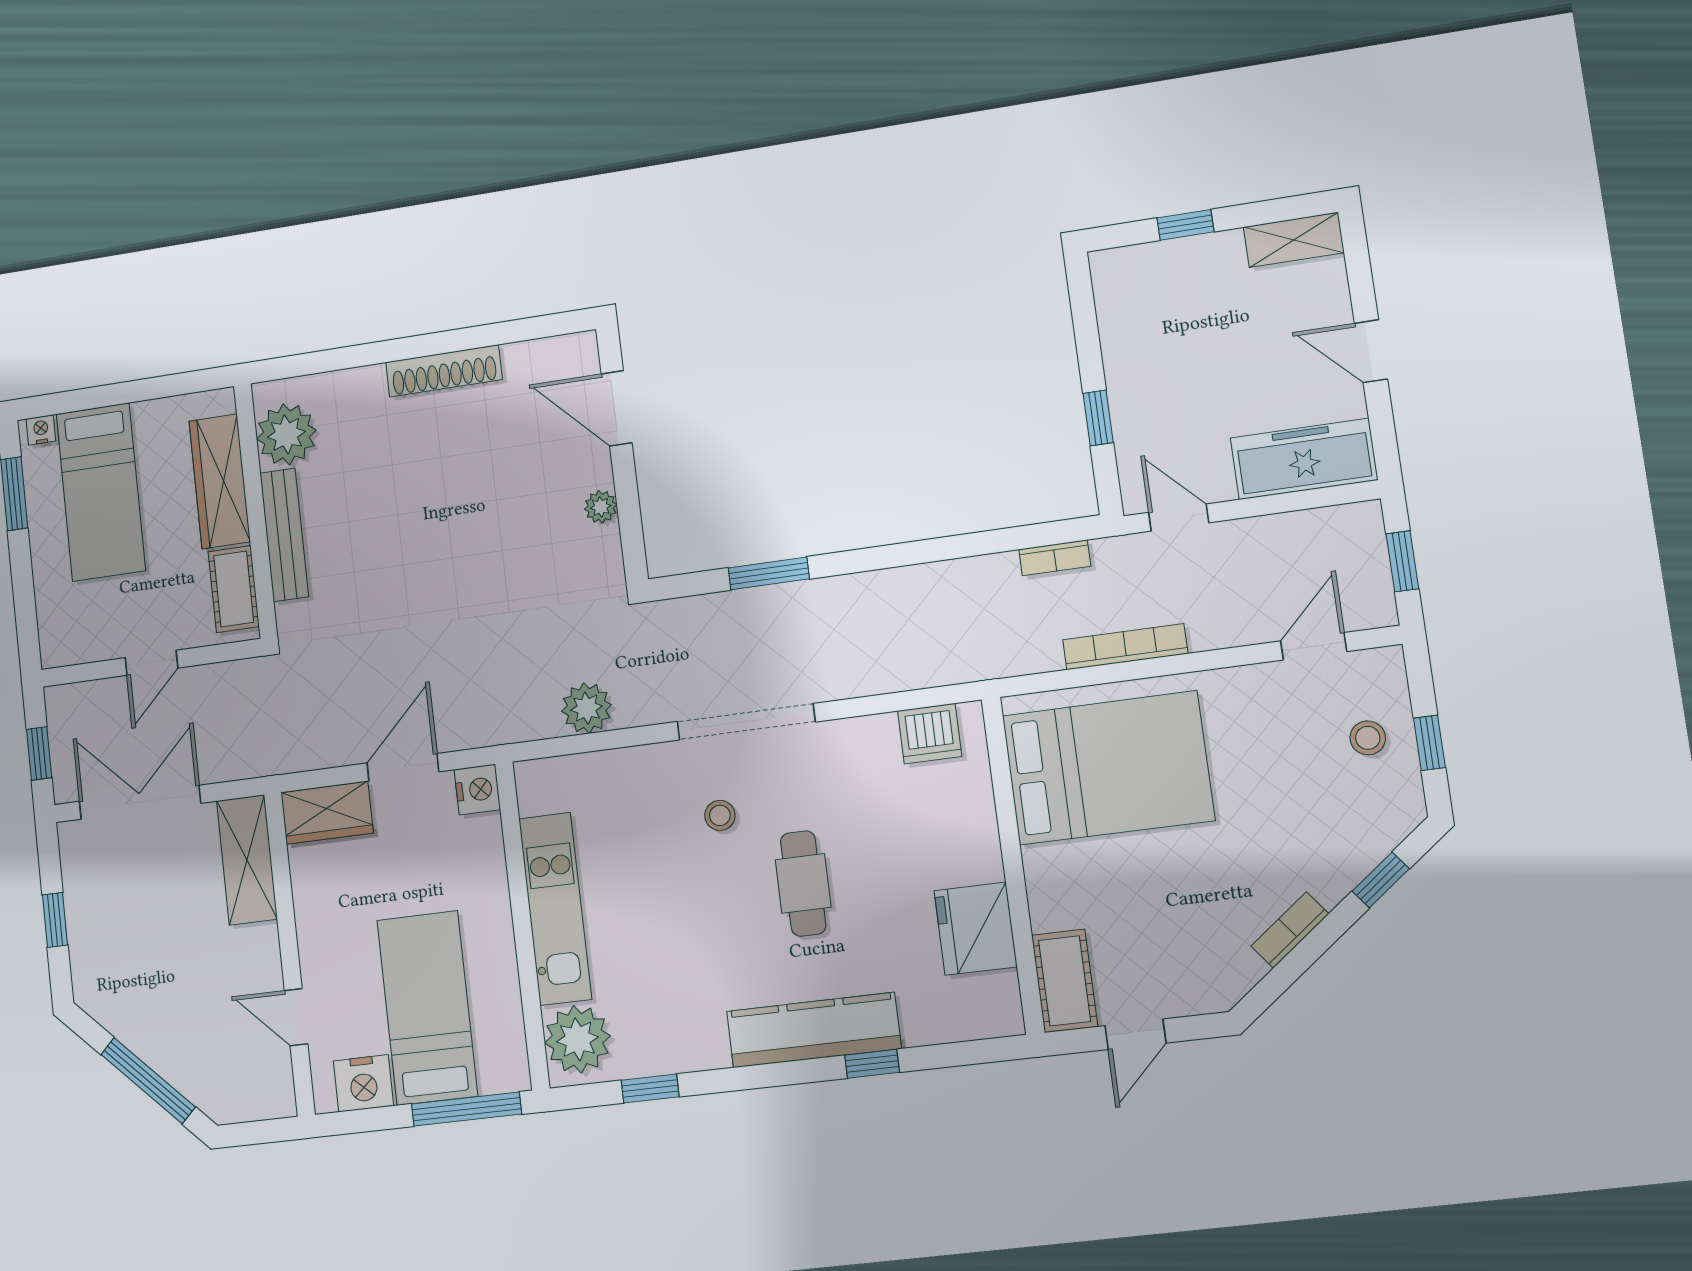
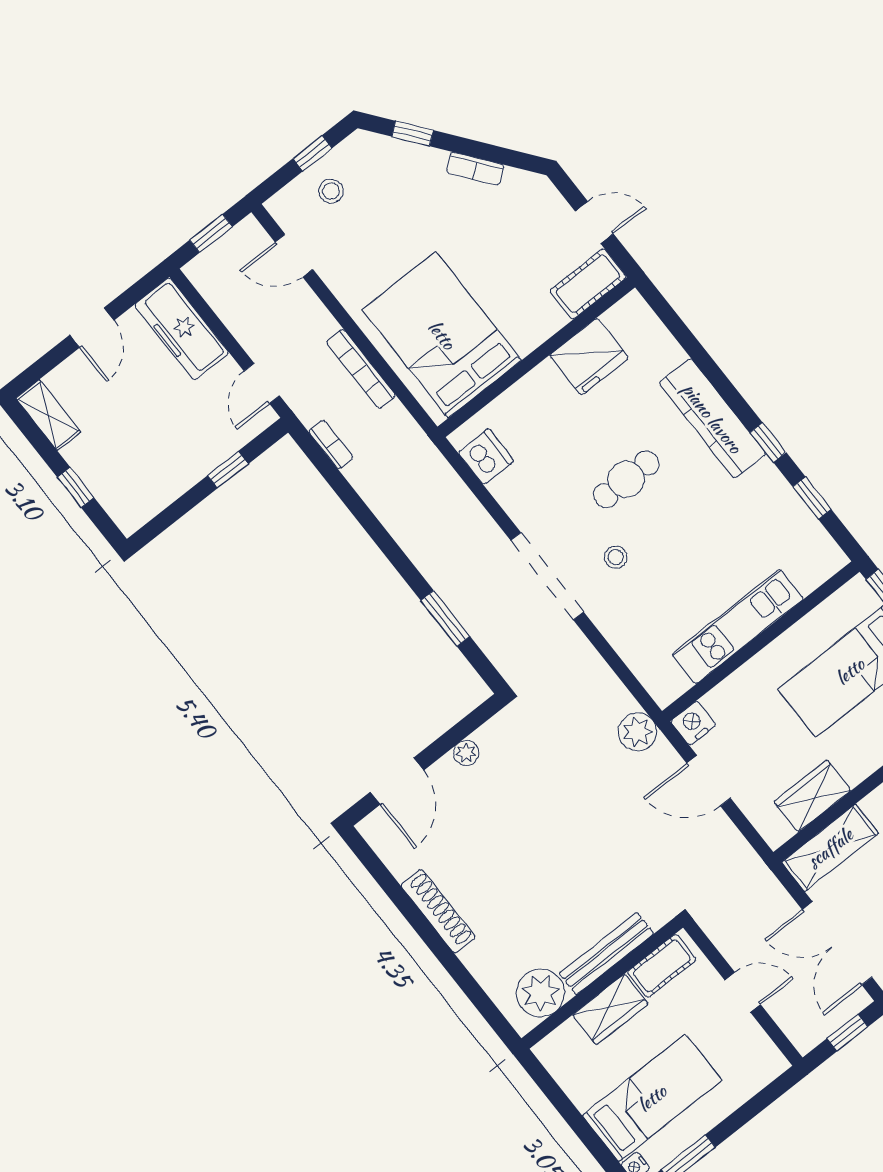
wardrobe: (220, 481) -> (610, 1009), width x0.67
plant: (587, 708) -> (637, 732), moved
wardrobe: (327, 813) -> (812, 796), moved, turned -90
plant: (577, 1039) -> (810, 562), removed
window: (872, 1064) -> (768, 442), moved

